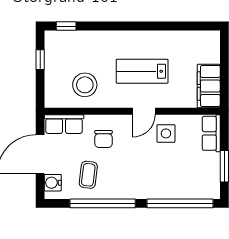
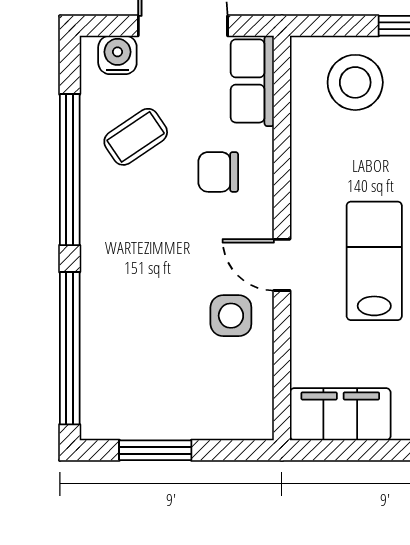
stool: (85, 85) -> (355, 82), moved
row of seats: (211, 133) -> (231, 420), removed
coffee table: (88, 175) -> (136, 137), turned -41

